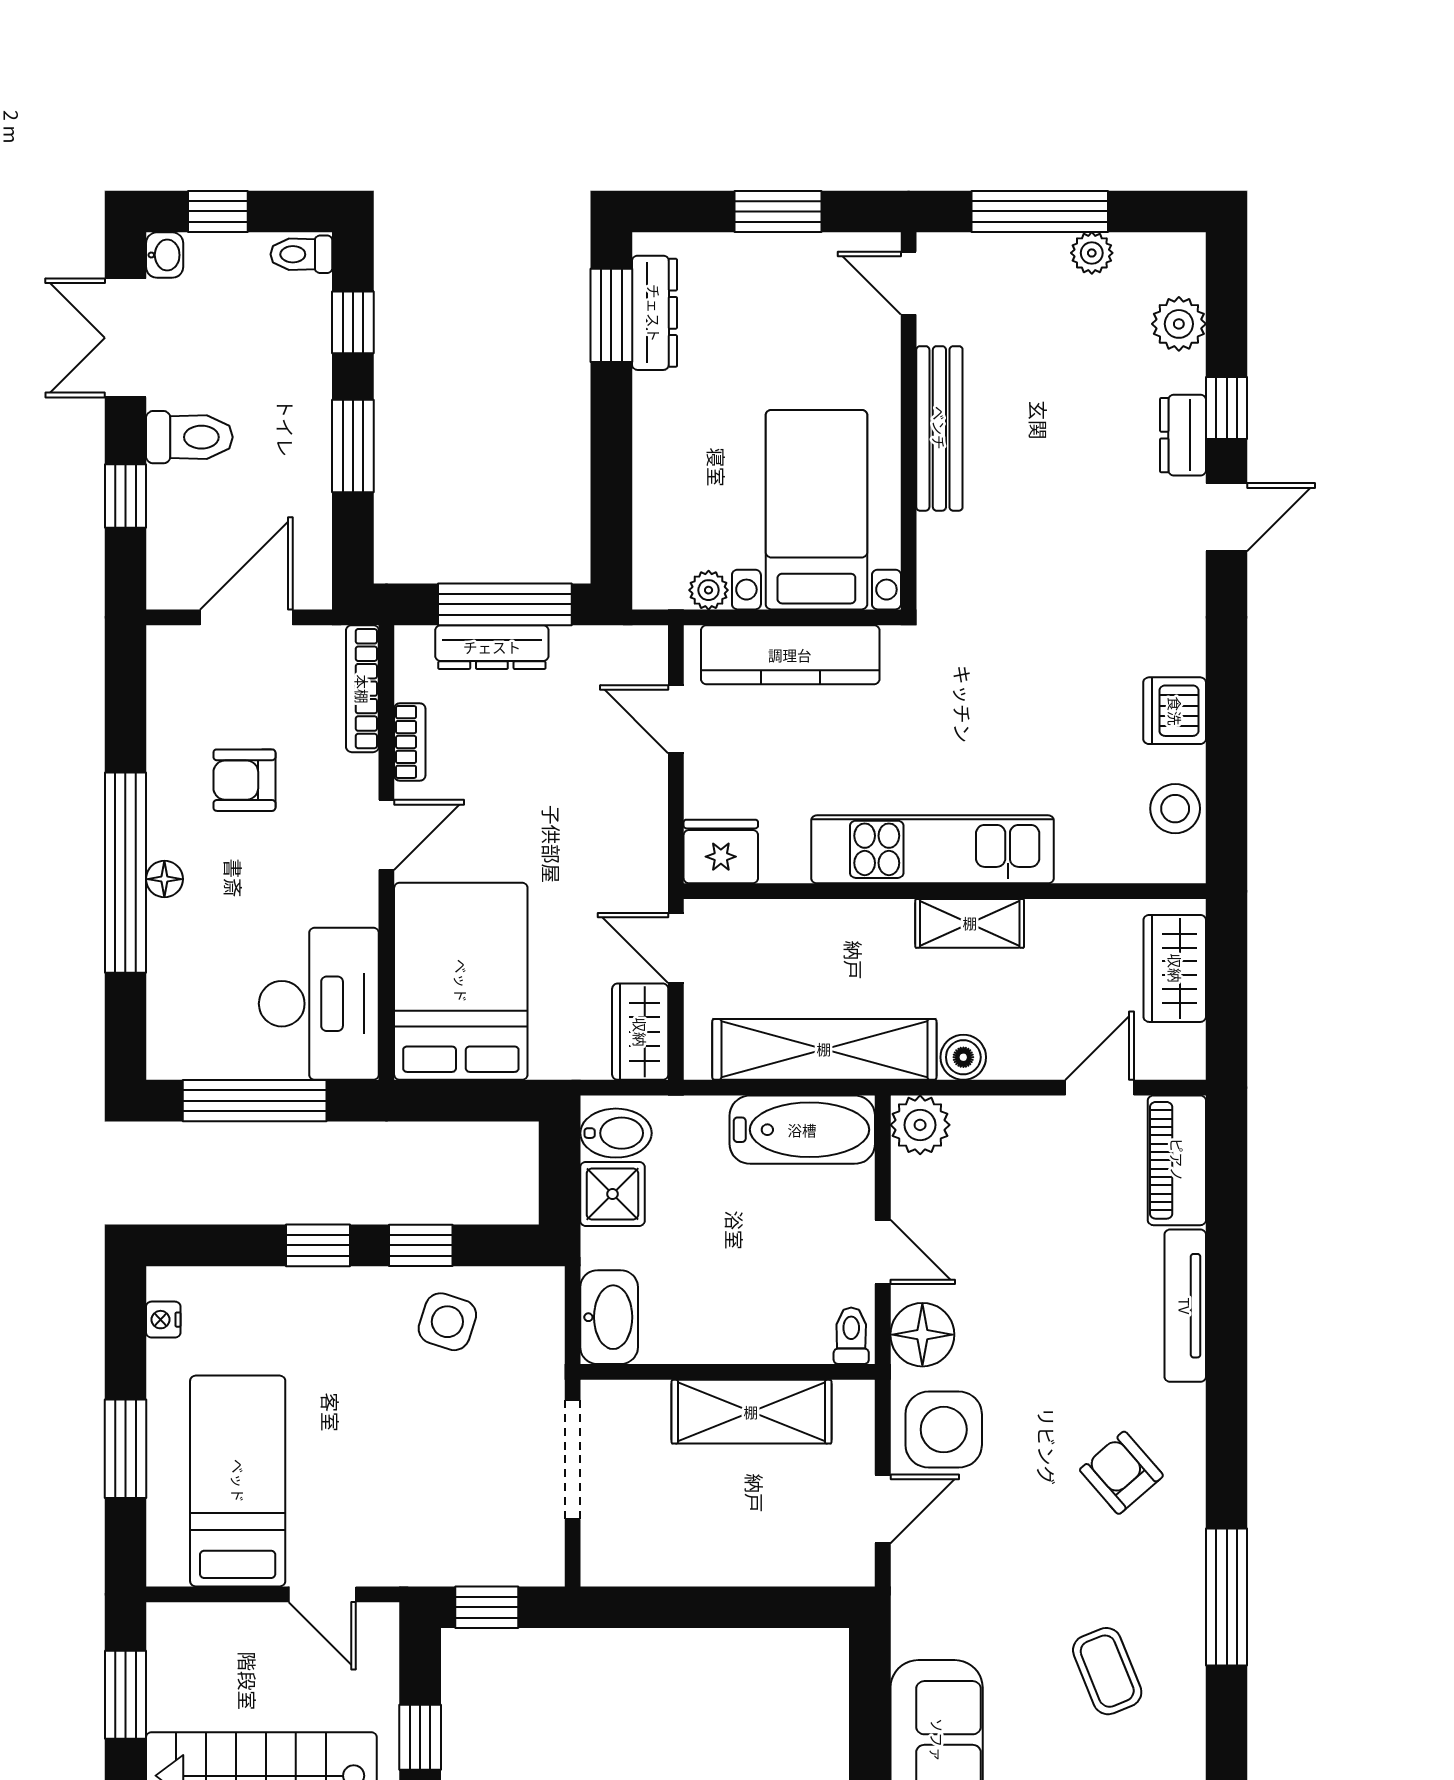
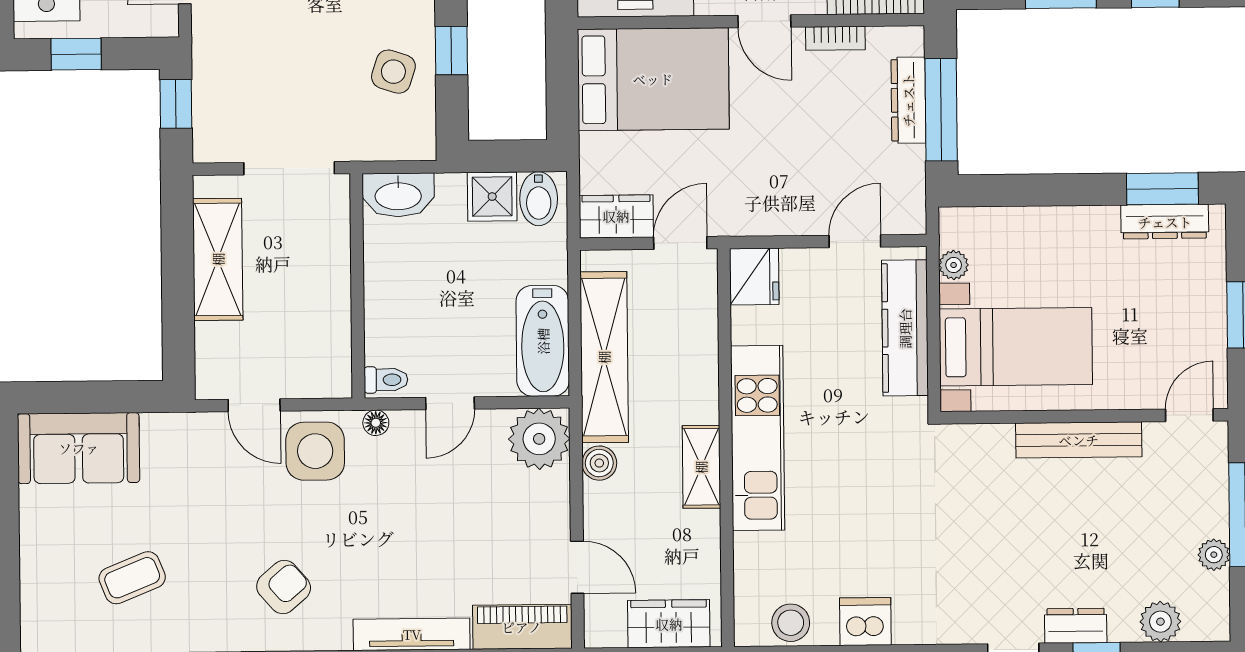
plant: (920, 1125) -> (539, 439), width x1.36, depth x1.36
floor lamp: (922, 1335) -> (376, 423), width x0.53, depth x0.53
shelving: (751, 1412) -> (218, 259), moved

